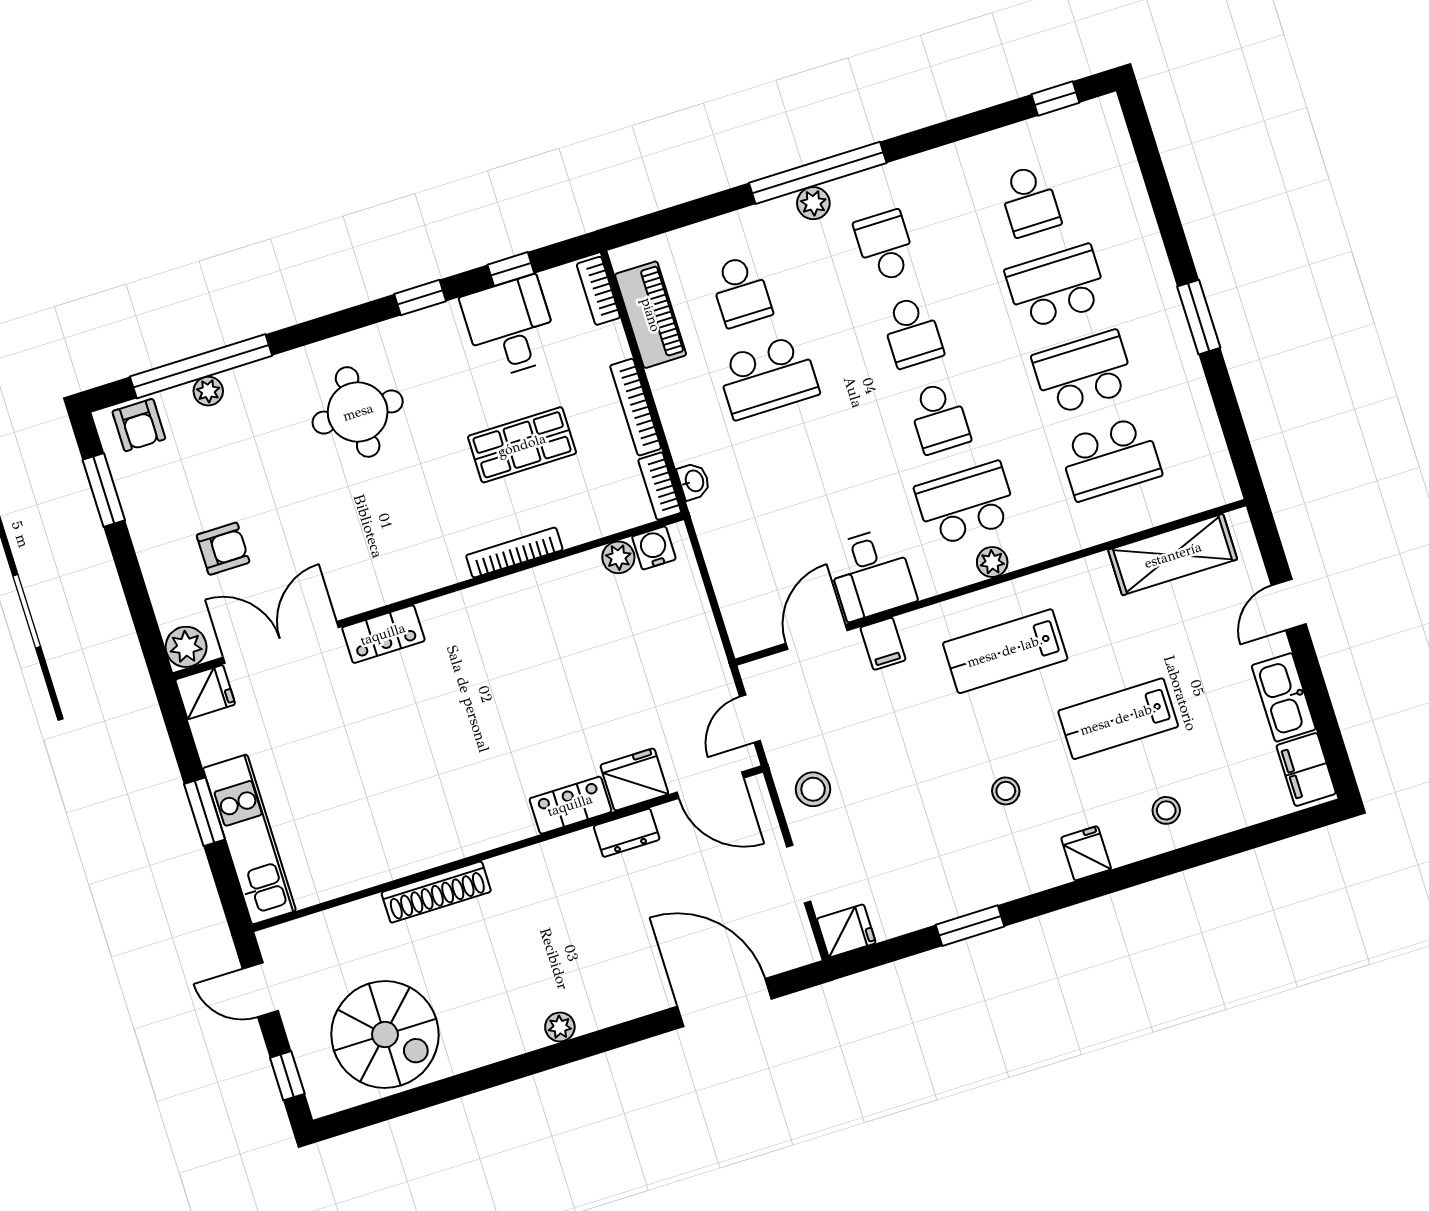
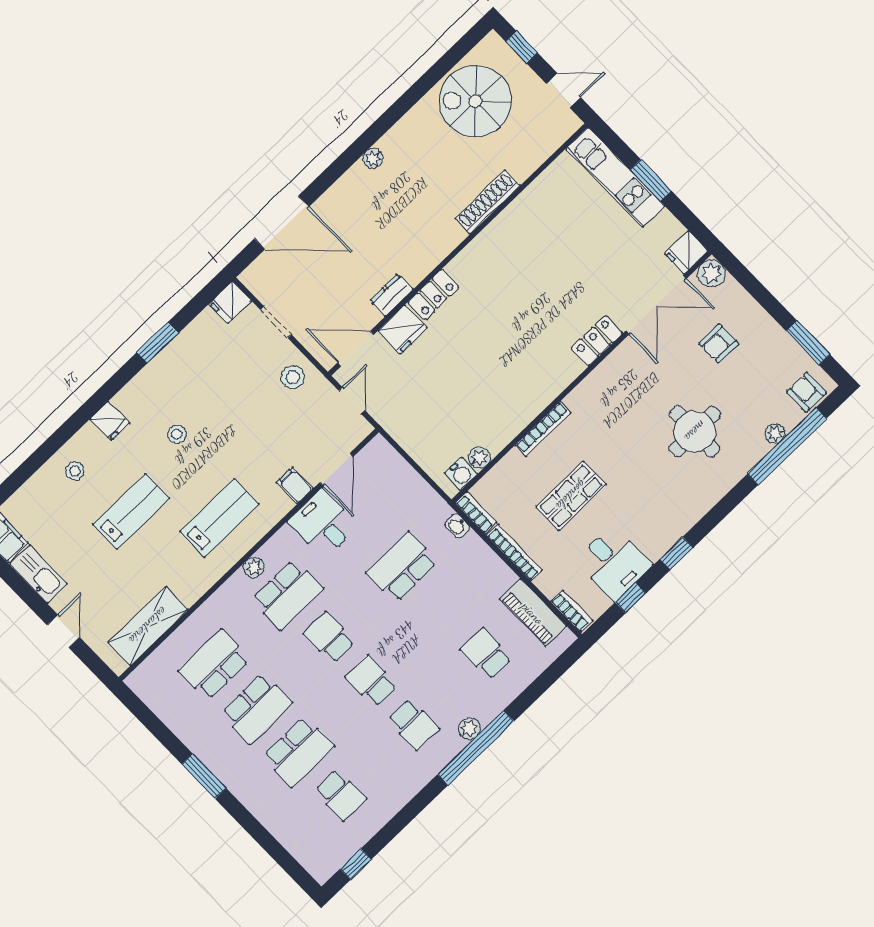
school desk: (1029, 201) -> (340, 795), turned 180
school desk: (768, 377) -> (402, 567), moved
round table: (358, 412) -> (695, 432), moved

